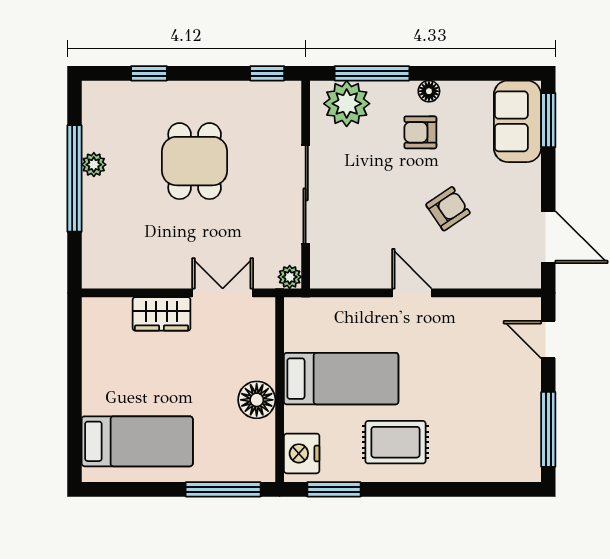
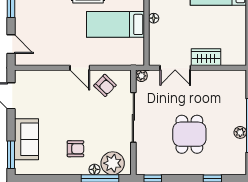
floor lamp: (429, 91) -> (94, 169), moved
sofa: (517, 121) -> (27, 139), moved
armchair: (448, 209) -> (105, 85), moved, turned -102
floor lamp: (257, 400) -> (154, 18), width x0.53, depth x0.53

